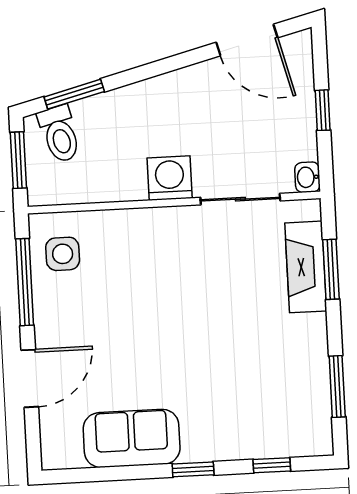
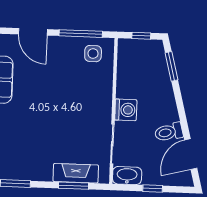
toilet: (60, 134) -> (169, 132), moved
window: (18, 160) -> (141, 36), width x0.67
washbasin: (307, 177) -> (127, 176), width x1.91, depth x1.45

